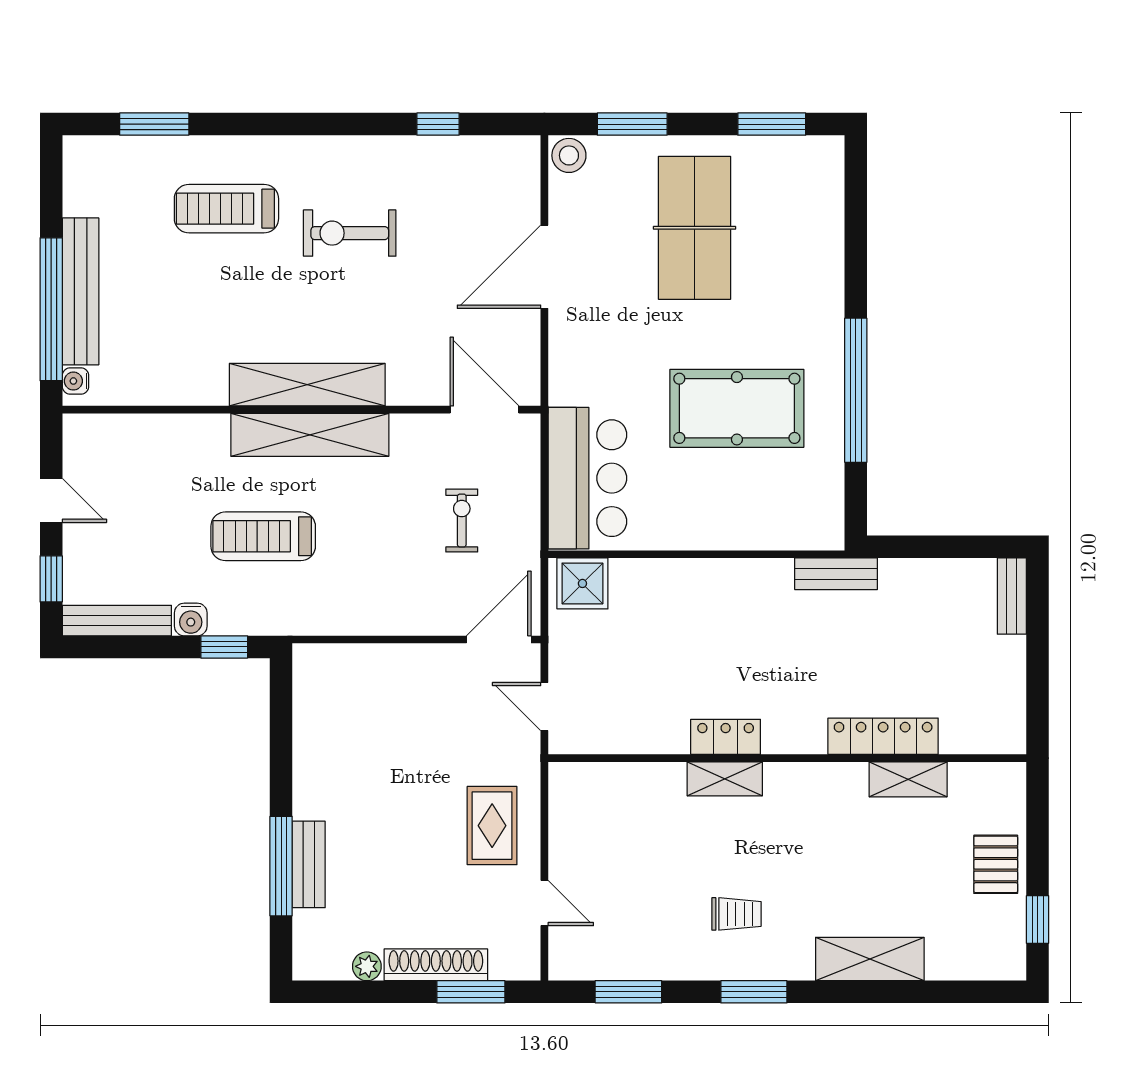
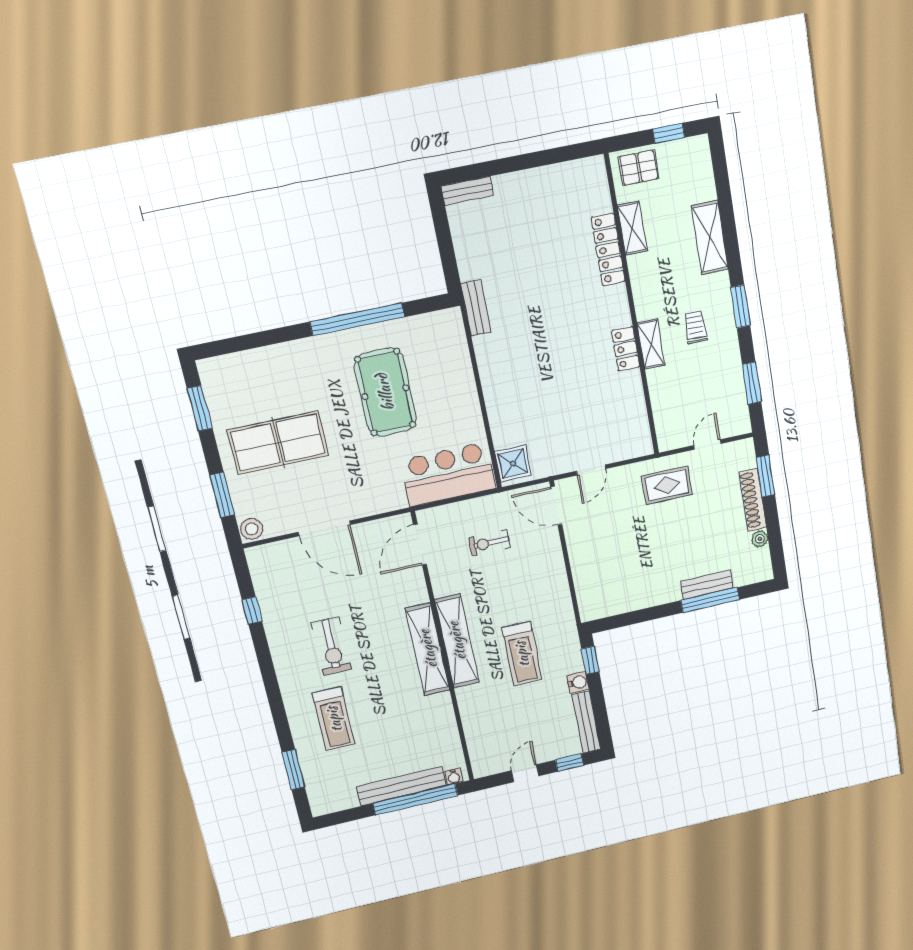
locker: (883, 736) -> (608, 250), moved
locker: (726, 737) -> (626, 349), moved
wall: (787, 758) -> (632, 308), moved
shelving: (725, 779) -> (651, 344), moved
shelving: (908, 779) -> (632, 228), moved

